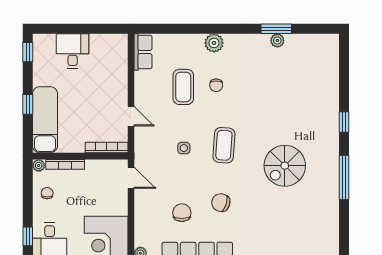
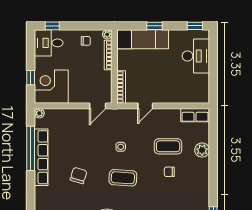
plant: (214, 43) -> (202, 150), moved
desk: (73, 51) -> (196, 56), width x1.37
chair: (182, 213) -> (71, 145), removed

